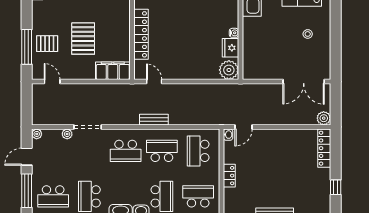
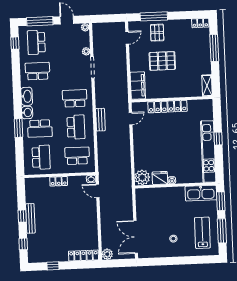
school desk: (126, 151) -> (75, 98), turned 90

